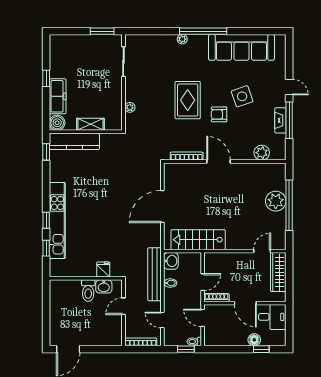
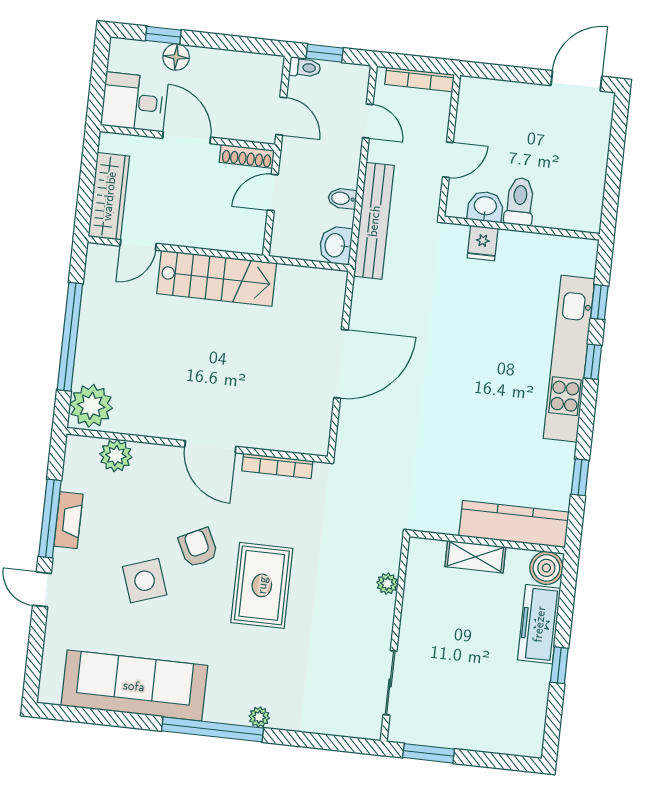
armchair: (219, 114) -> (198, 548), turned -116
window: (46, 152) -> (580, 477), moved
plant: (276, 201) -> (91, 406), moved
stairs: (198, 240) -> (217, 278), moved

